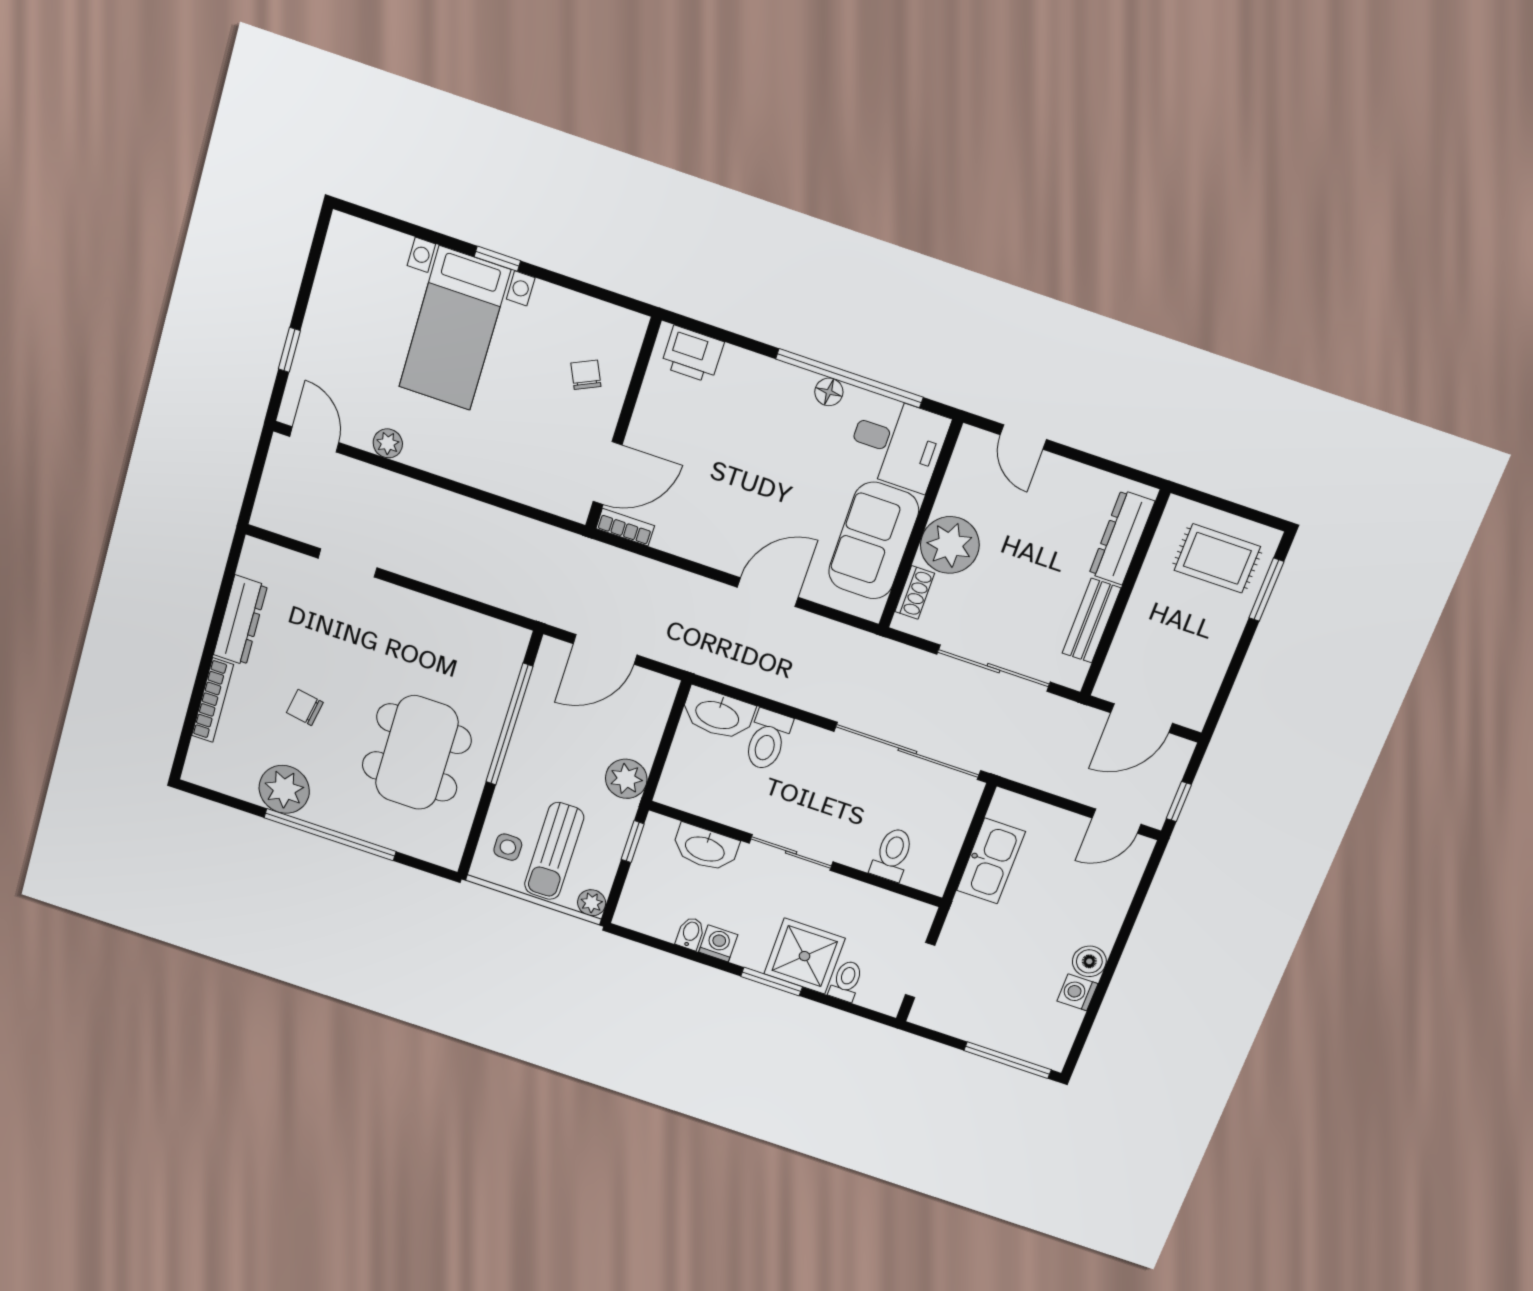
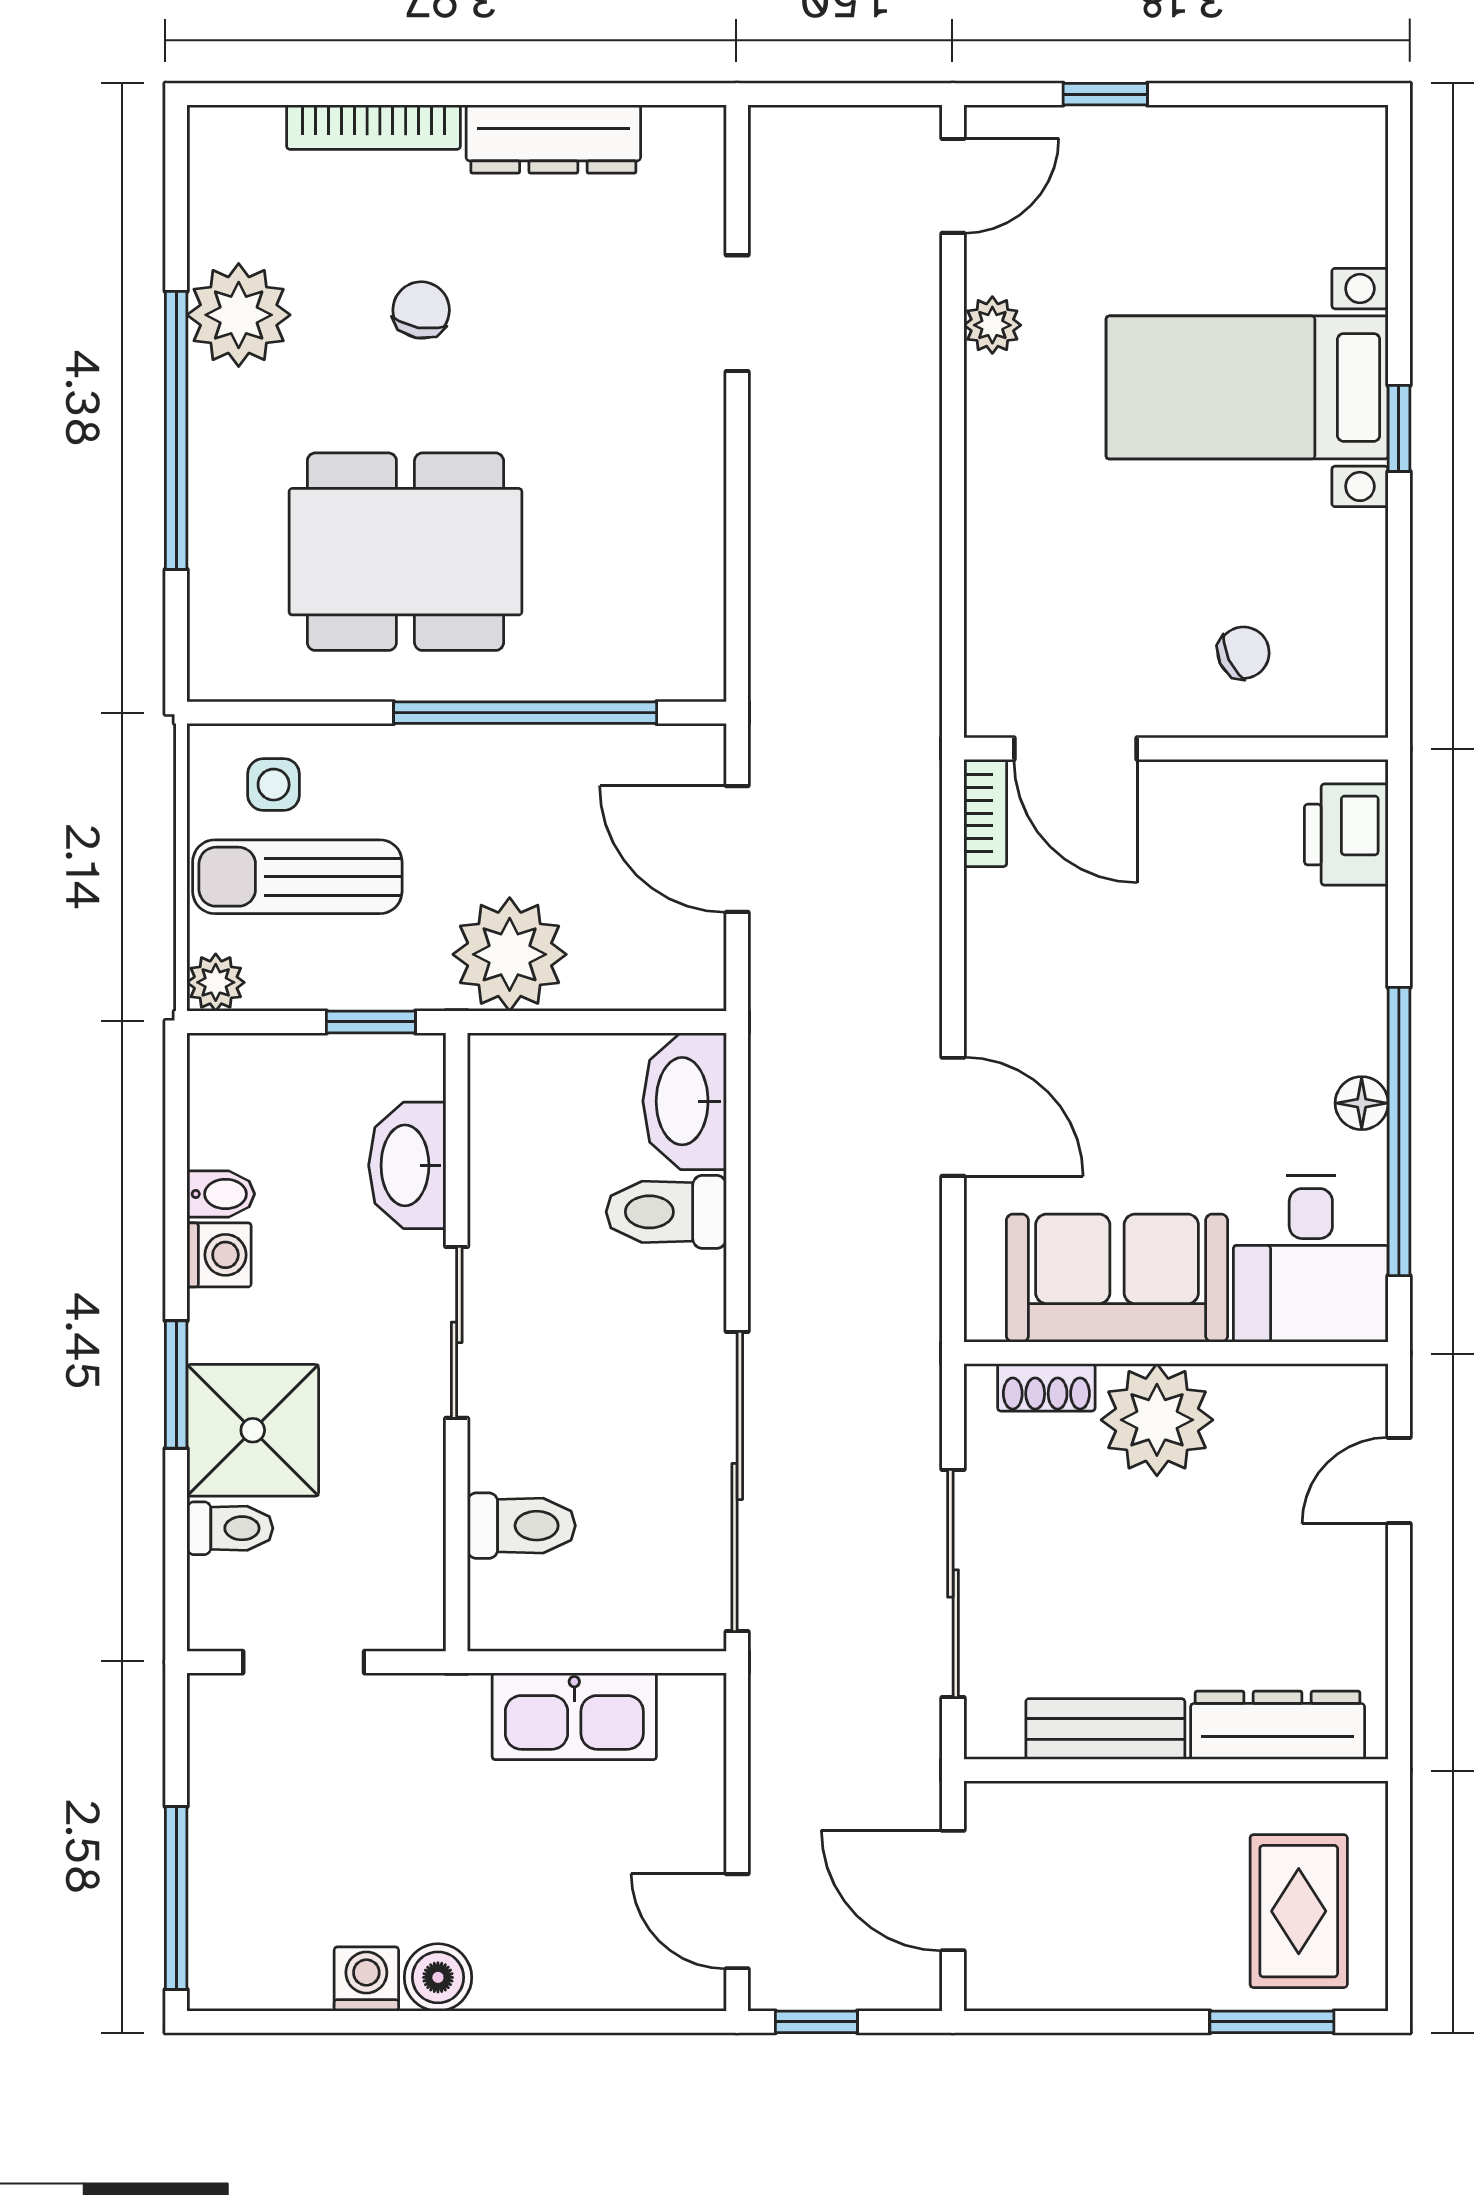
plant: (626, 779) -> (510, 954), width x1.36, depth x1.36

